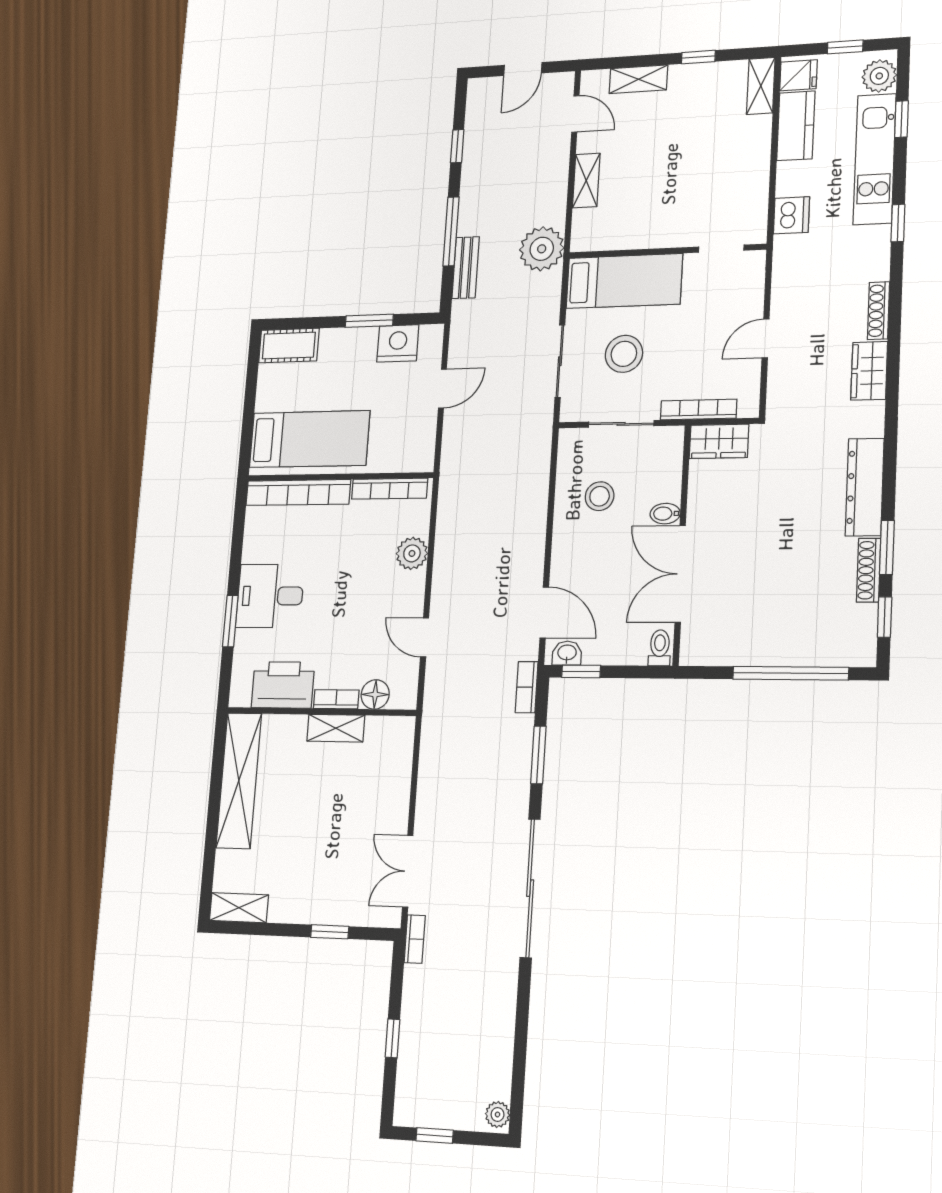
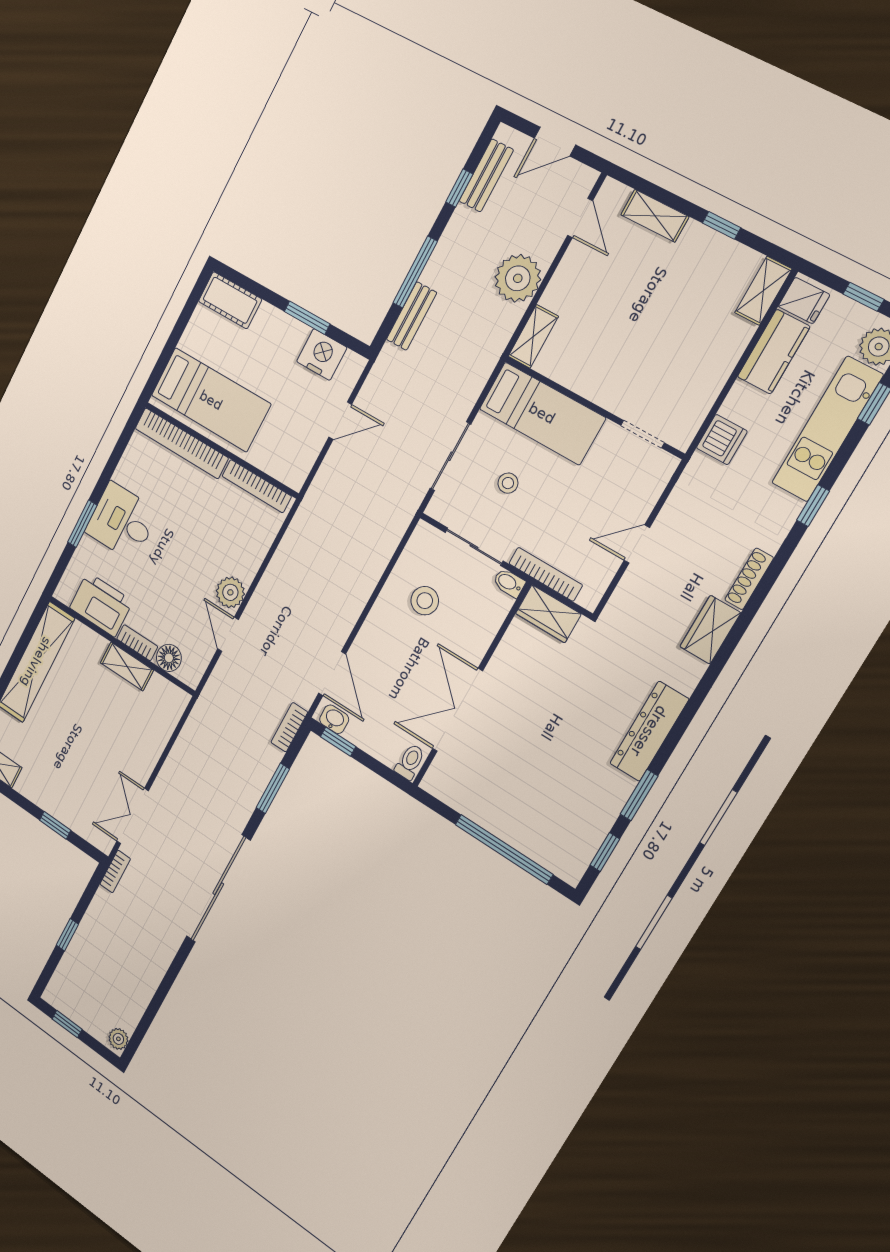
bench: (476, 125) -> (486, 175), added
shelving: (586, 180) -> (533, 336), moved
plant: (542, 249) -> (518, 278), moved
stool: (624, 354) -> (508, 483), width x0.53, depth x0.53
bidet: (665, 514) -> (509, 583), moved
plant: (412, 553) -> (230, 592), moved
shoe rack: (869, 570) -> (613, 805), removed

